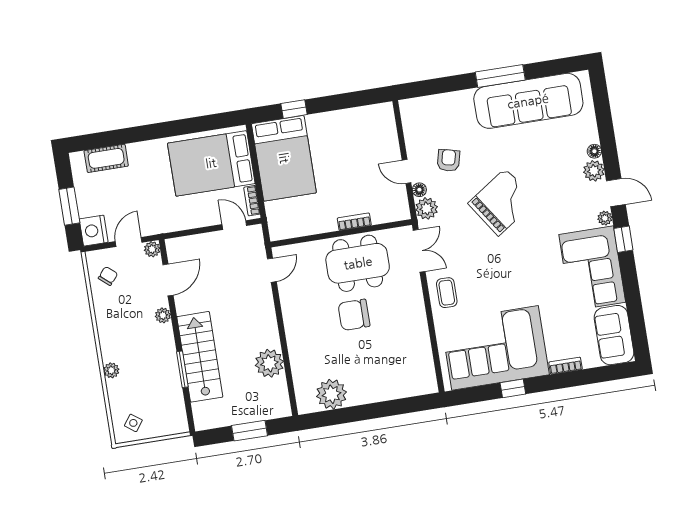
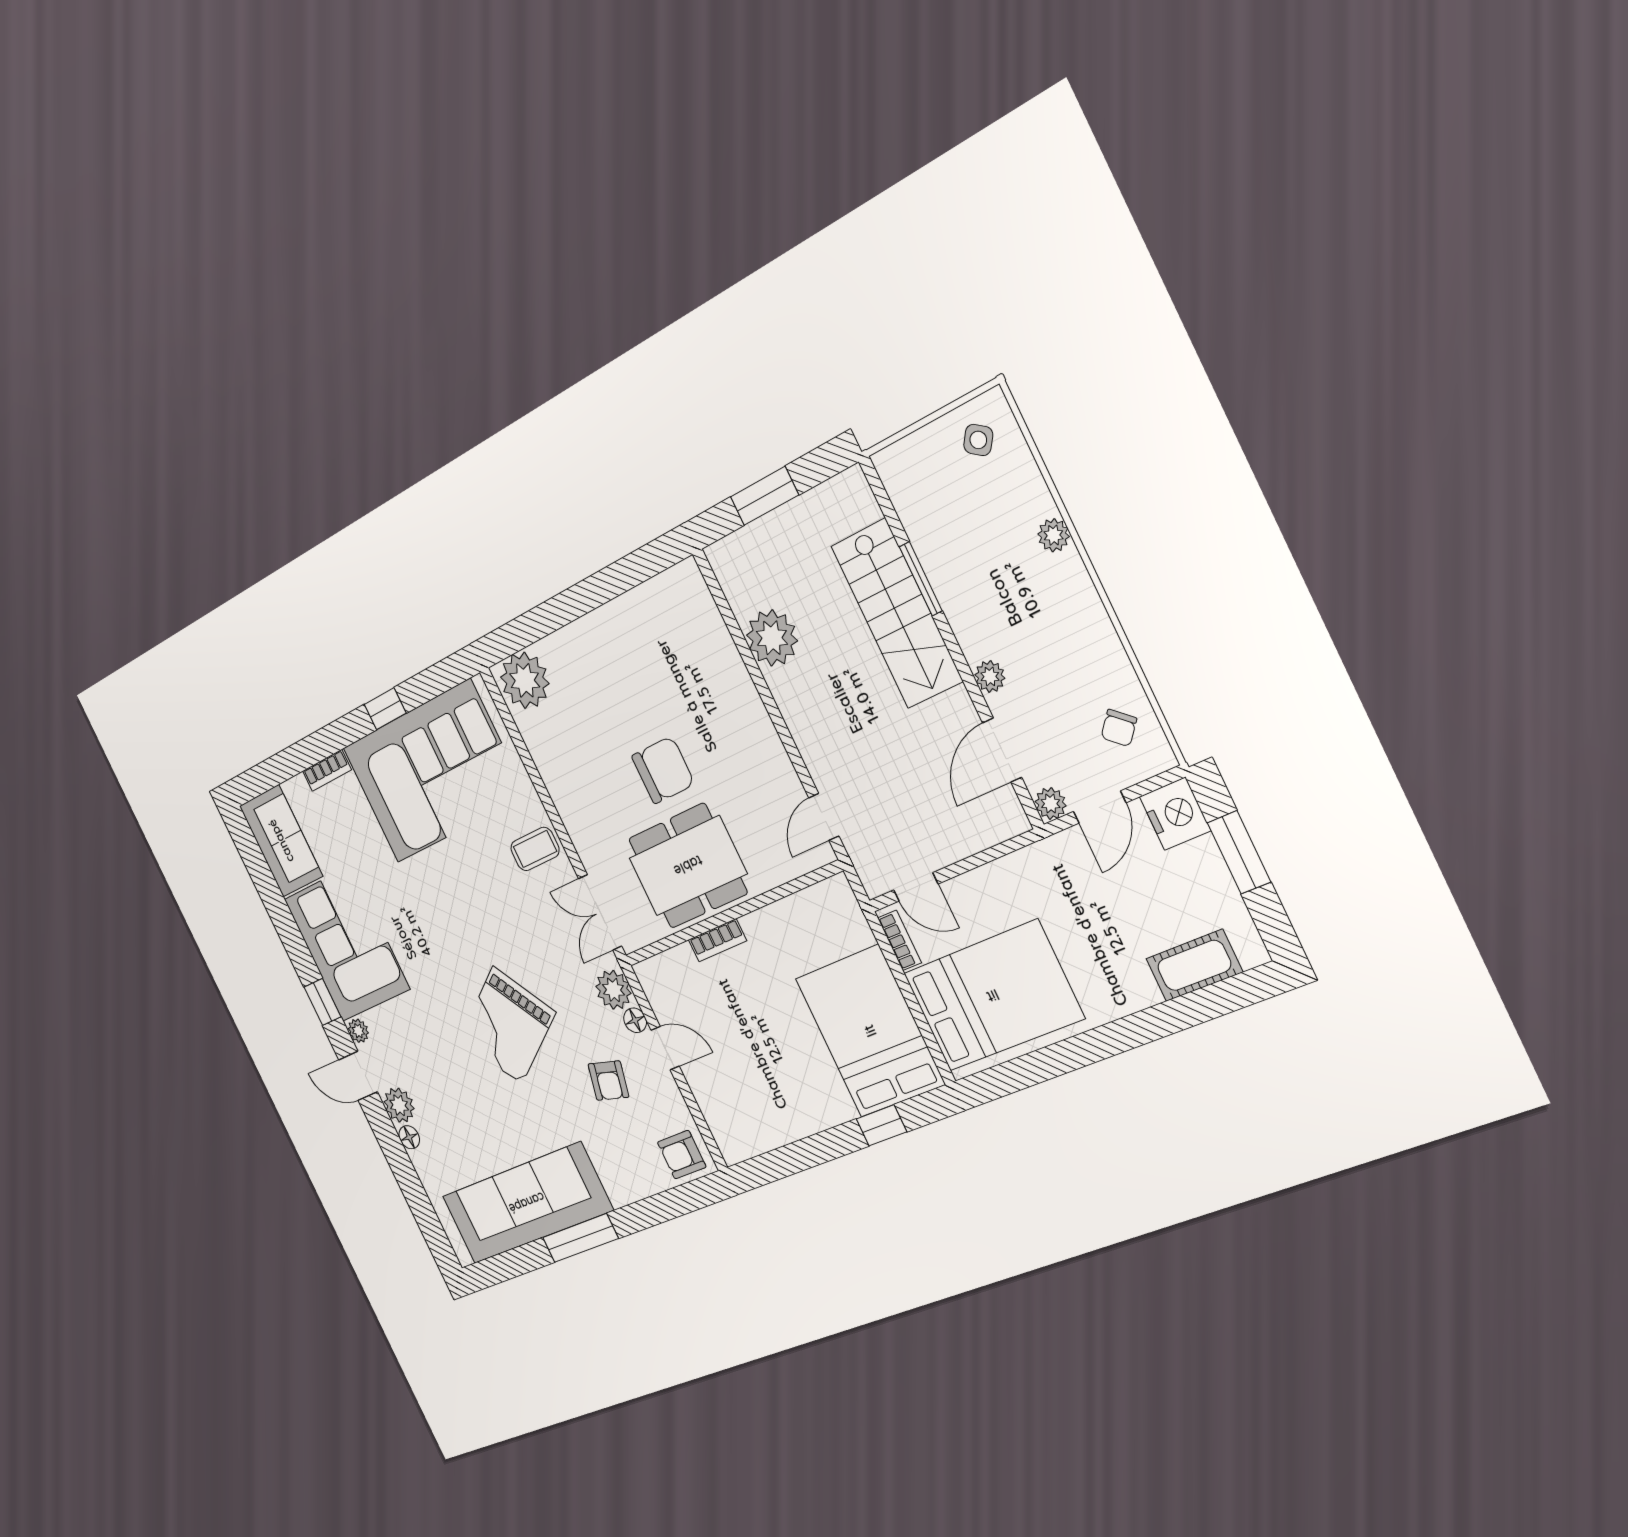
armchair: (418, 113) -> (682, 1155), added
coffee table: (447, 293) -> (535, 849), turned 90
plant: (331, 394) -> (525, 680), moved

